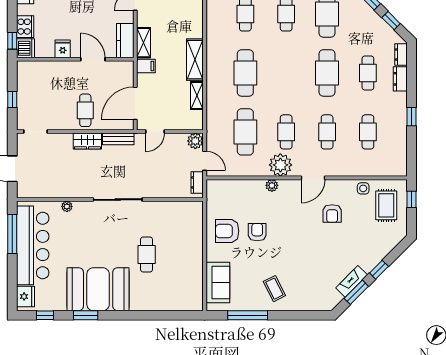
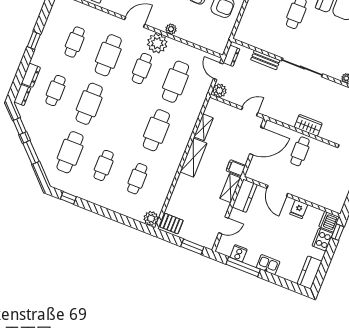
cafe table: (327, 132) -> (108, 55), width x1.37, depth x1.35
bench: (118, 139) -> (265, 60), moved

